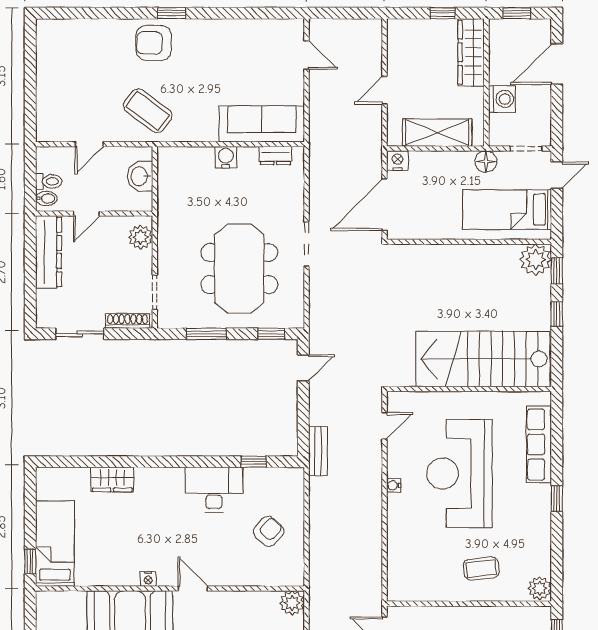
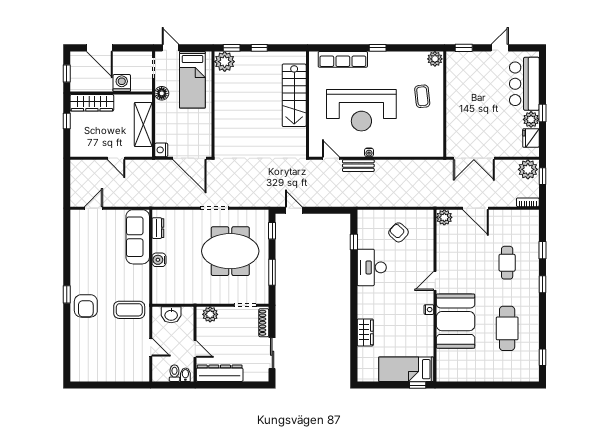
coffee table: (148, 111) -> (129, 310), turned 53
stairs: (483, 359) -> (294, 95), width x0.73, depth x0.66
bench: (318, 451) -> (358, 166), moved

